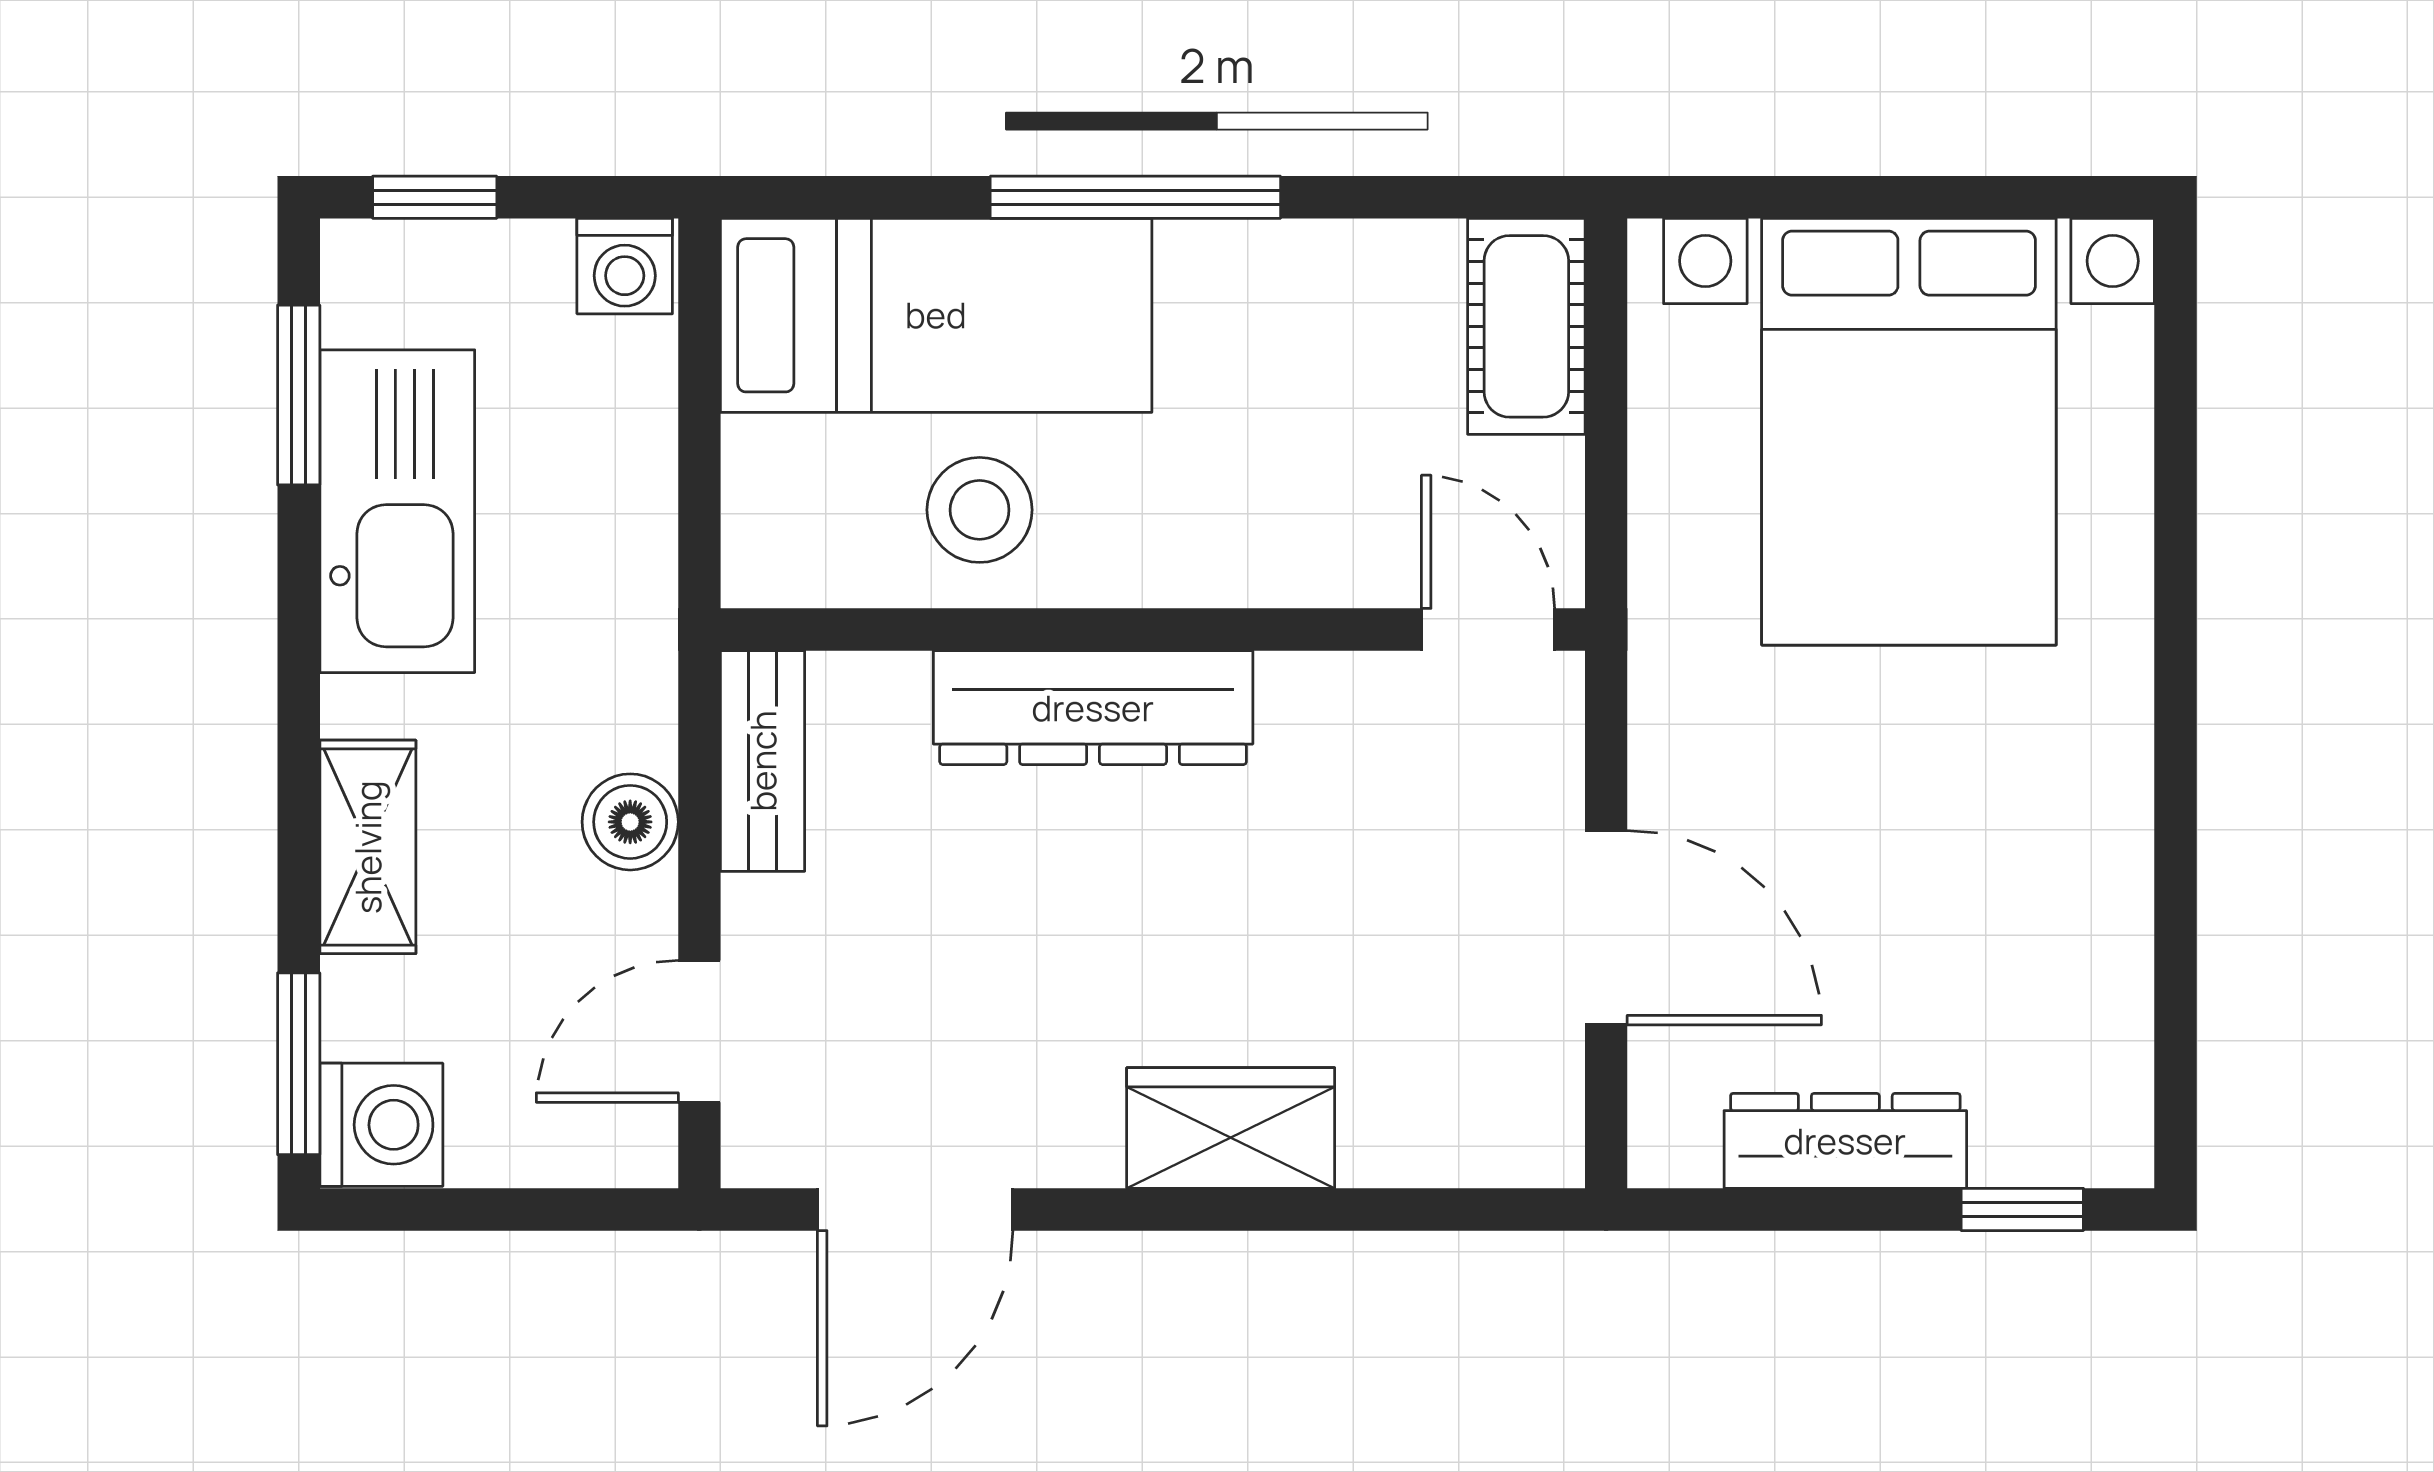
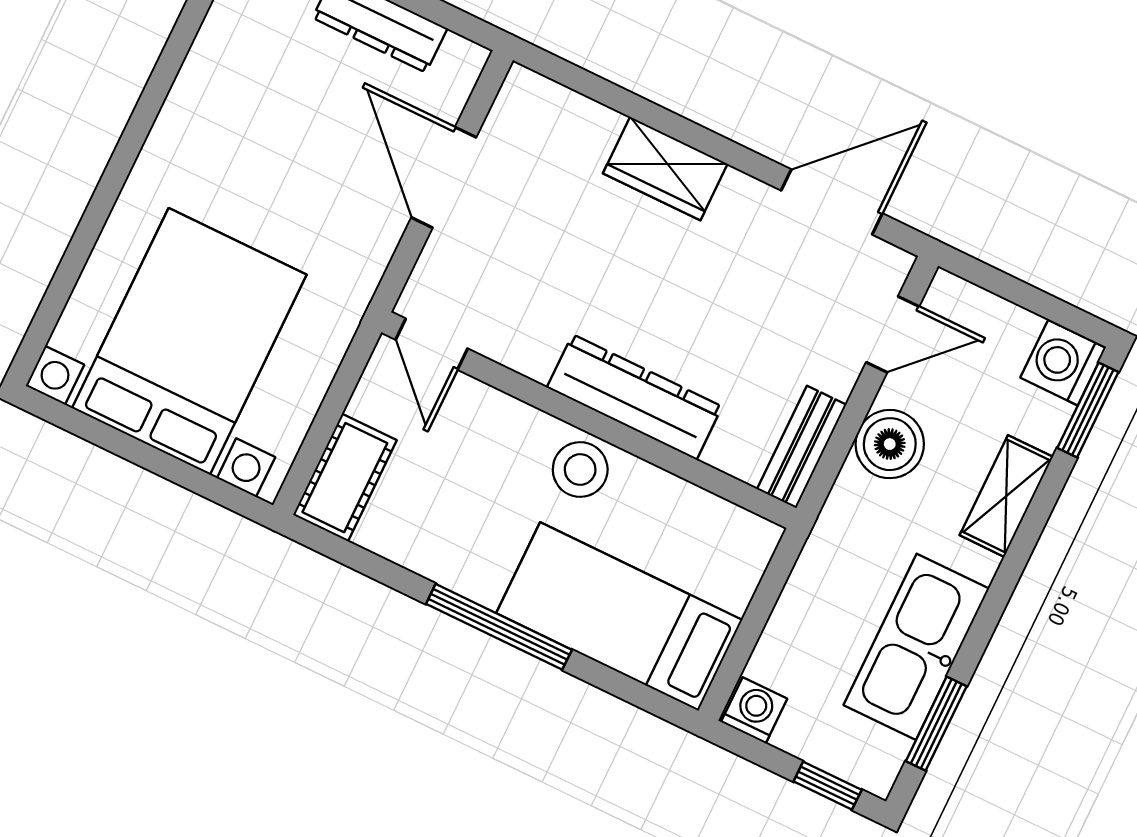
stool: (980, 510) -> (580, 470), moved
boiler: (630, 822) -> (890, 444), width x1.36, depth x1.36

